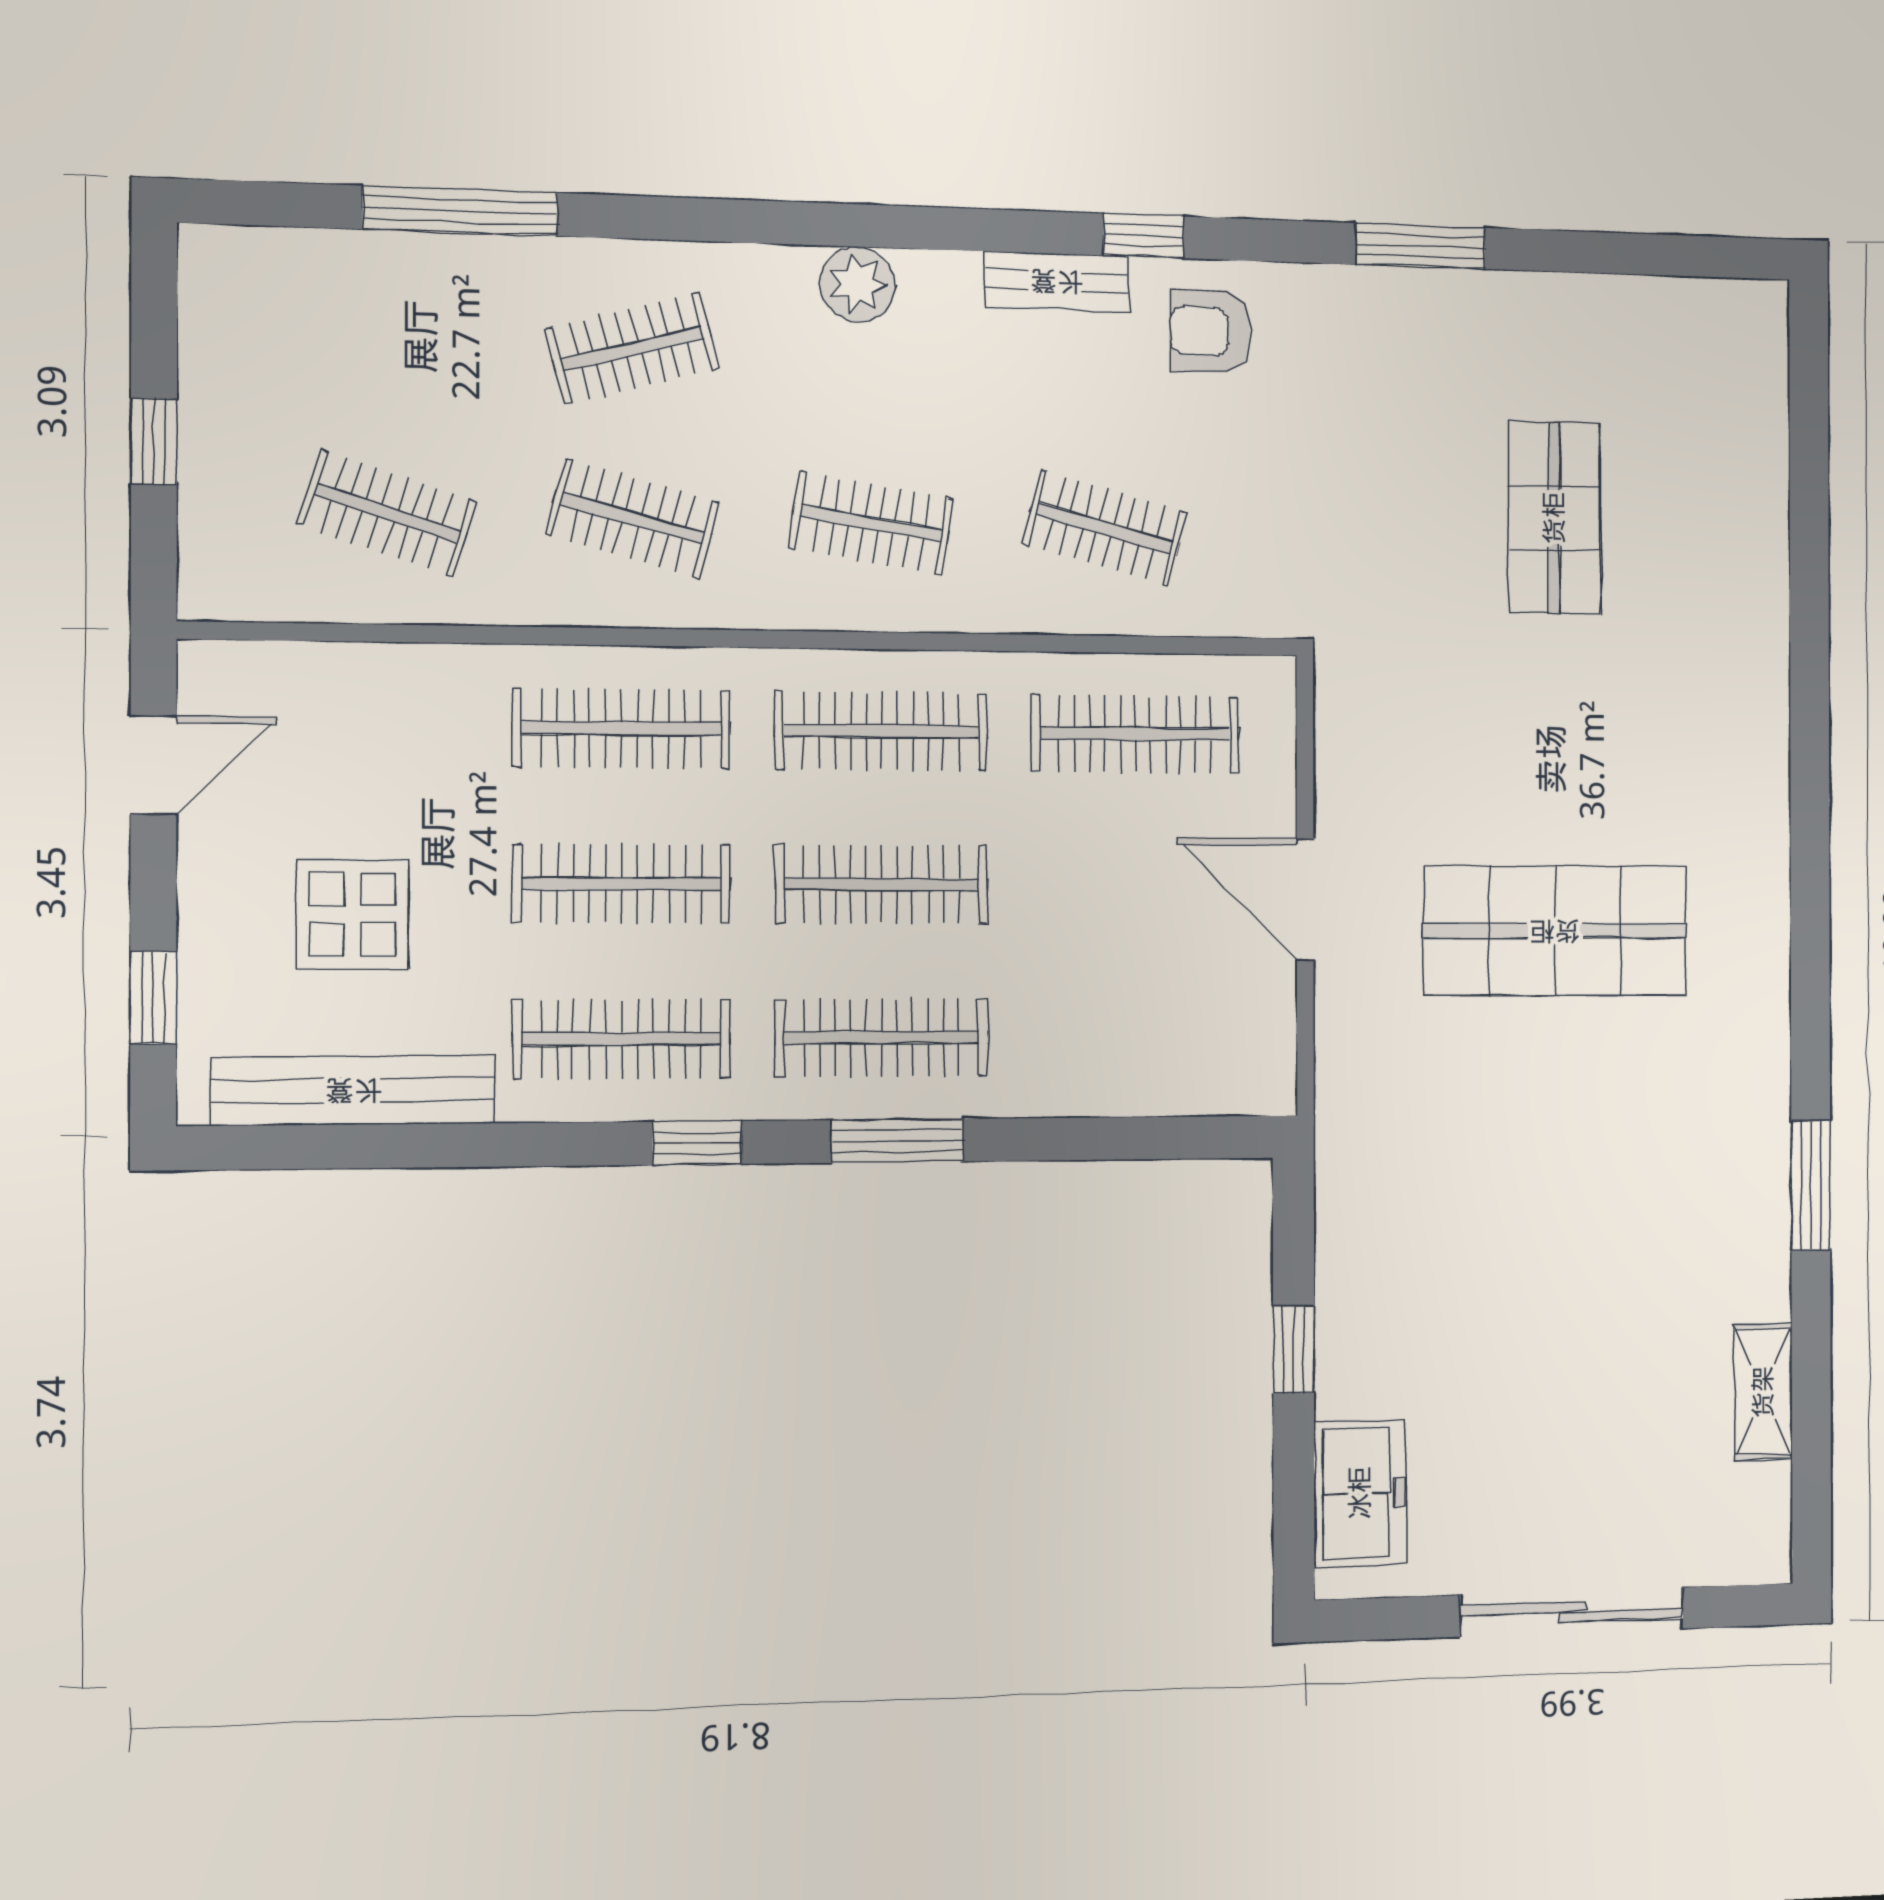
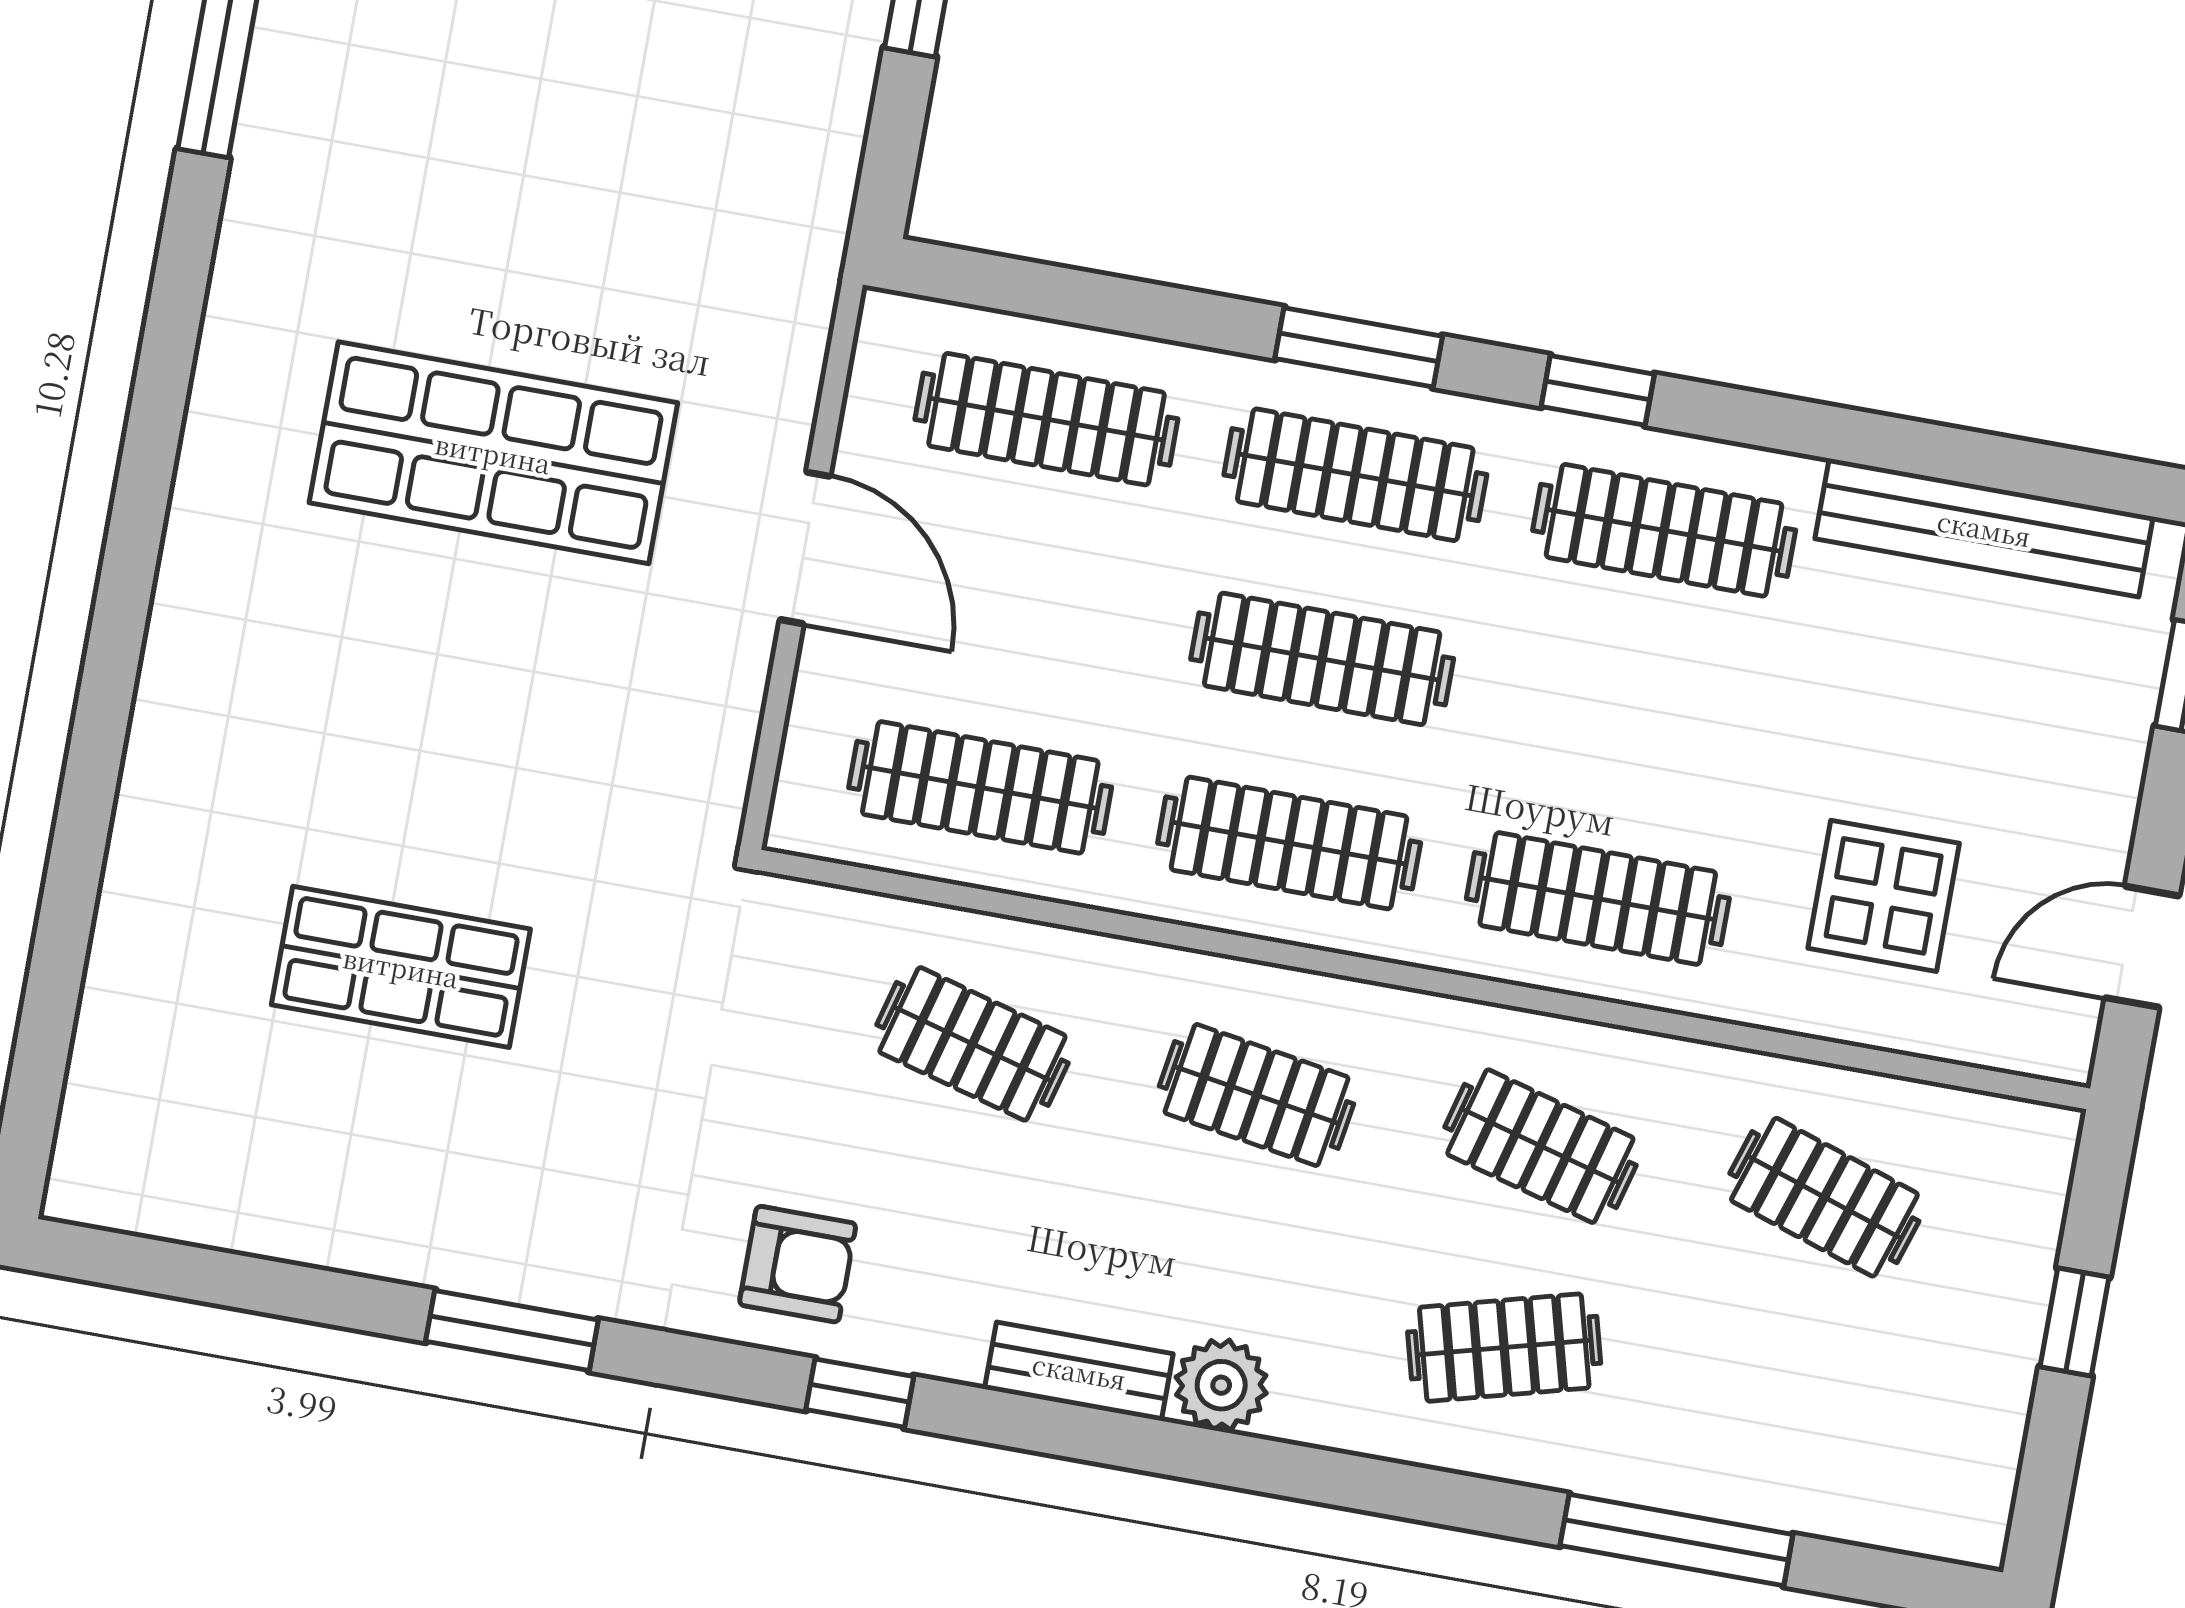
bench: (1057, 281) -> (1079, 1371), moved
shop shelf: (1554, 518) -> (401, 967), turned 90
clothes rail: (622, 884) -> (1046, 419), moved
display table: (353, 914) -> (1884, 896), moved

